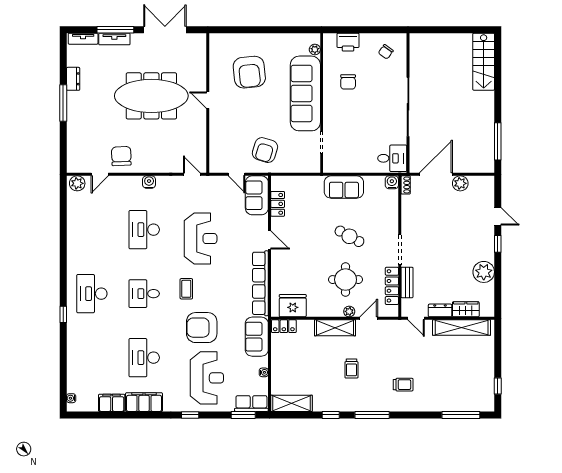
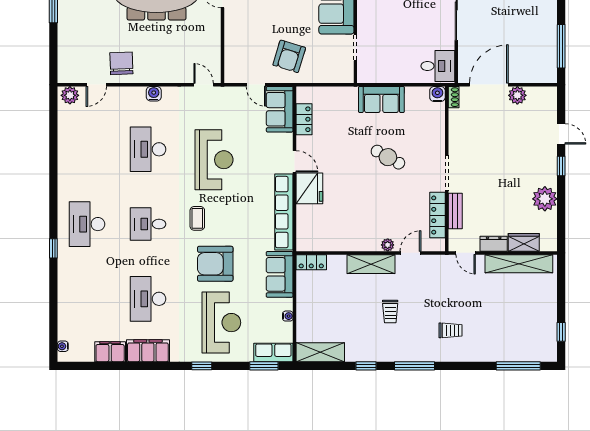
round table: (346, 280) -> (383, 208), removed
fridge: (293, 306) -> (309, 188), moved, turned 90

